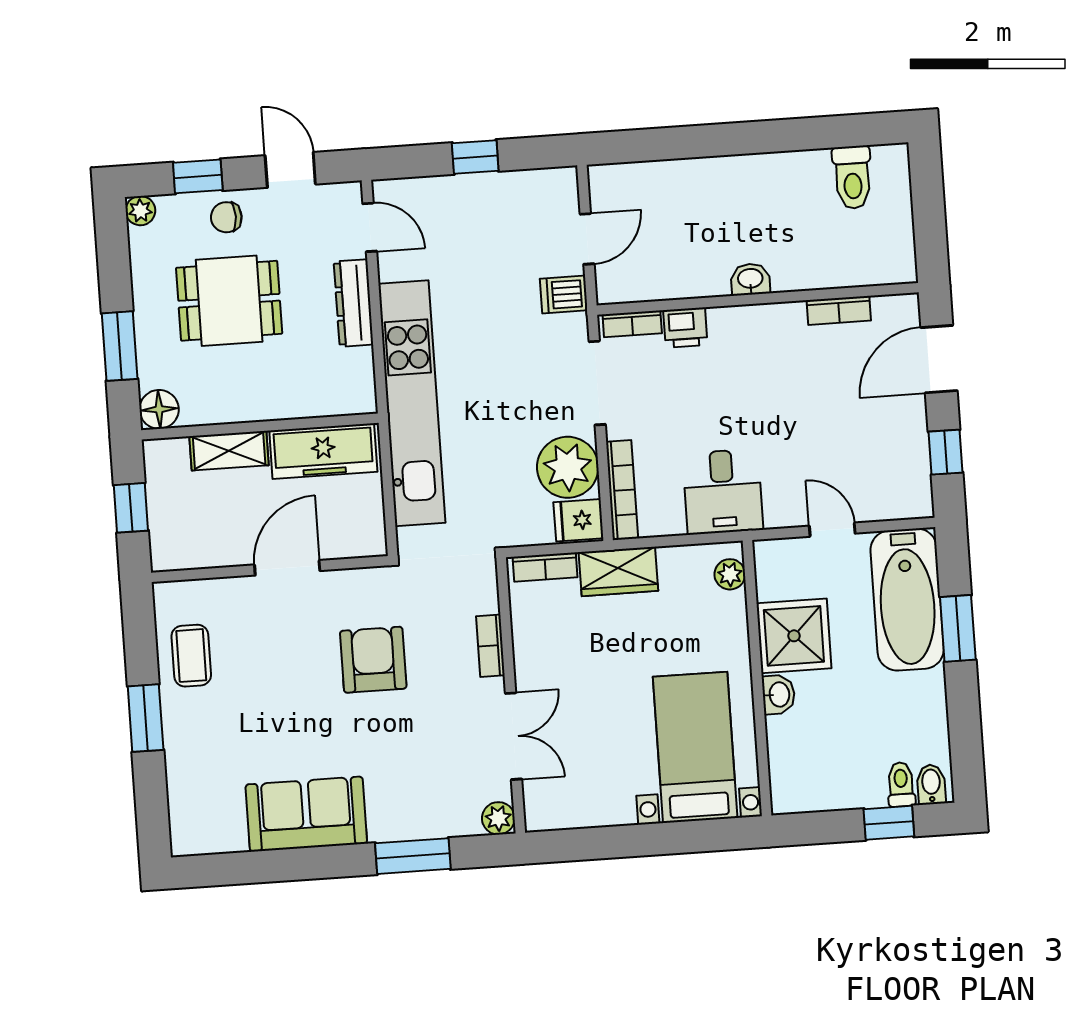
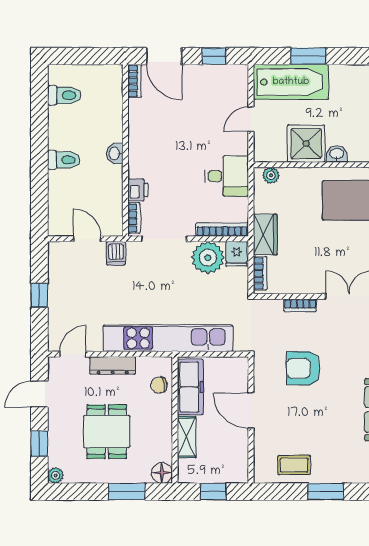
toilet: (732, 185) -> (64, 160), added
chair: (226, 217) -> (159, 385), moved, turned 79
bookcase: (839, 310) -> (135, 81), moved

